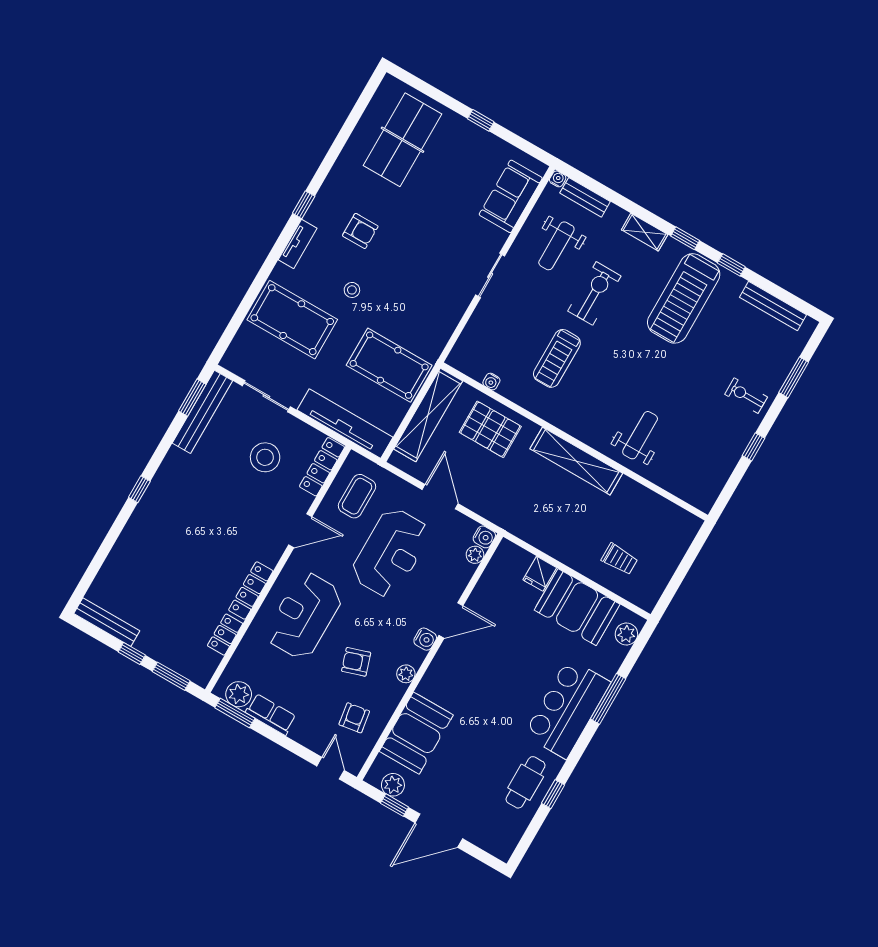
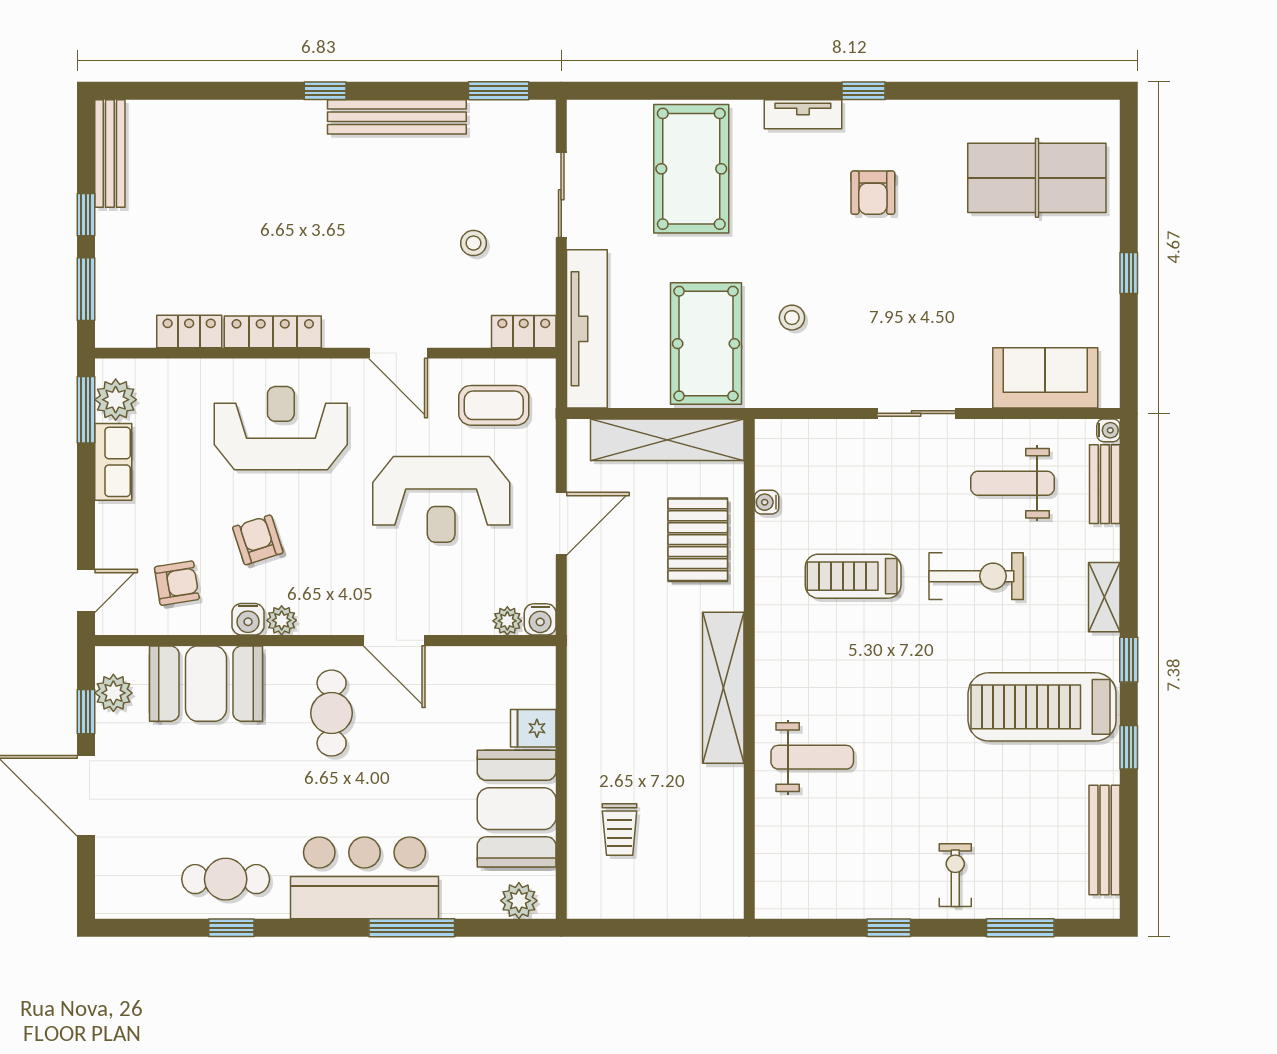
stool: (352, 290) -> (792, 318), moved
bench: (202, 412) -> (397, 117), moved
stool: (265, 457) -> (473, 243), width x0.53, depth x0.53
locker: (322, 467) -> (524, 332), width x0.66
water cooler: (425, 639) -> (248, 619), moved
cafe table: (470, 676) -> (332, 713), added

